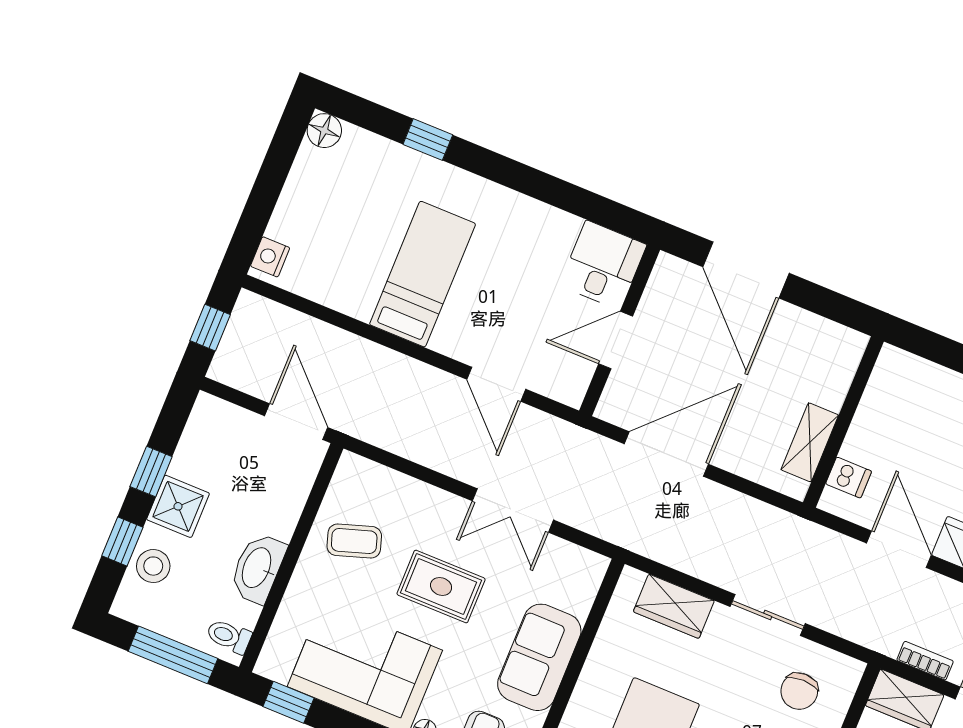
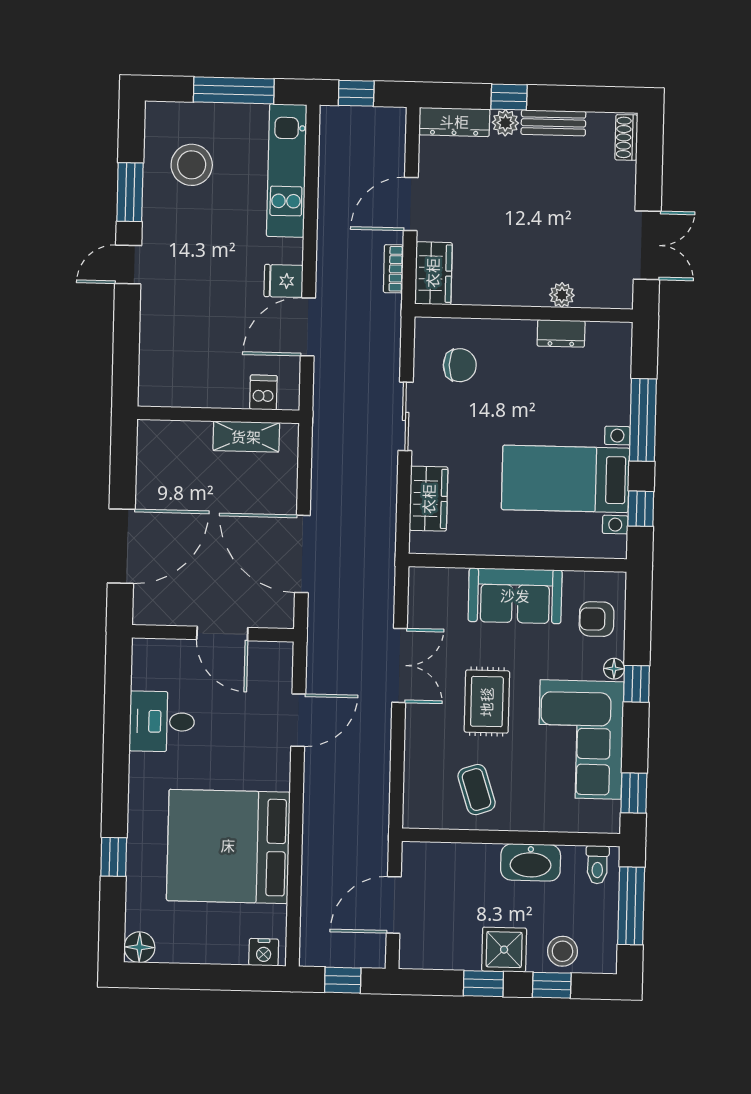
desk: (603, 265) -> (162, 722), moved
bed: (423, 274) -> (228, 846), width x2.04
door: (296, 422) -> (394, 905), moved

